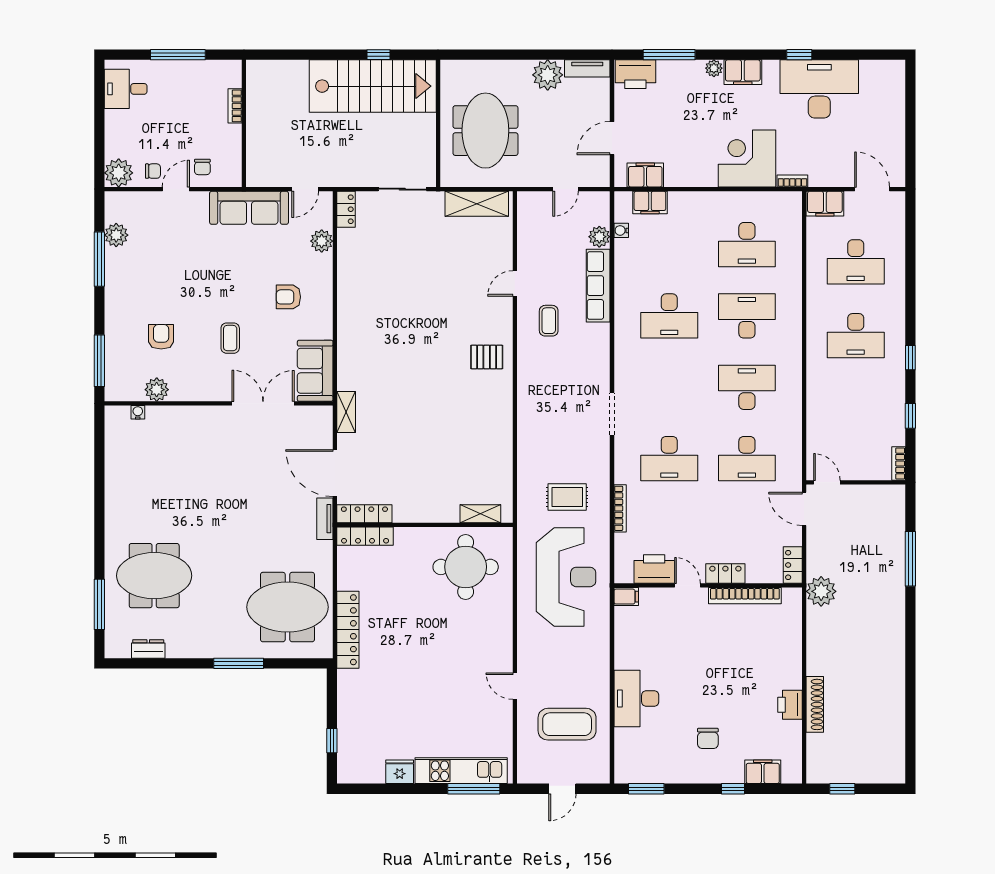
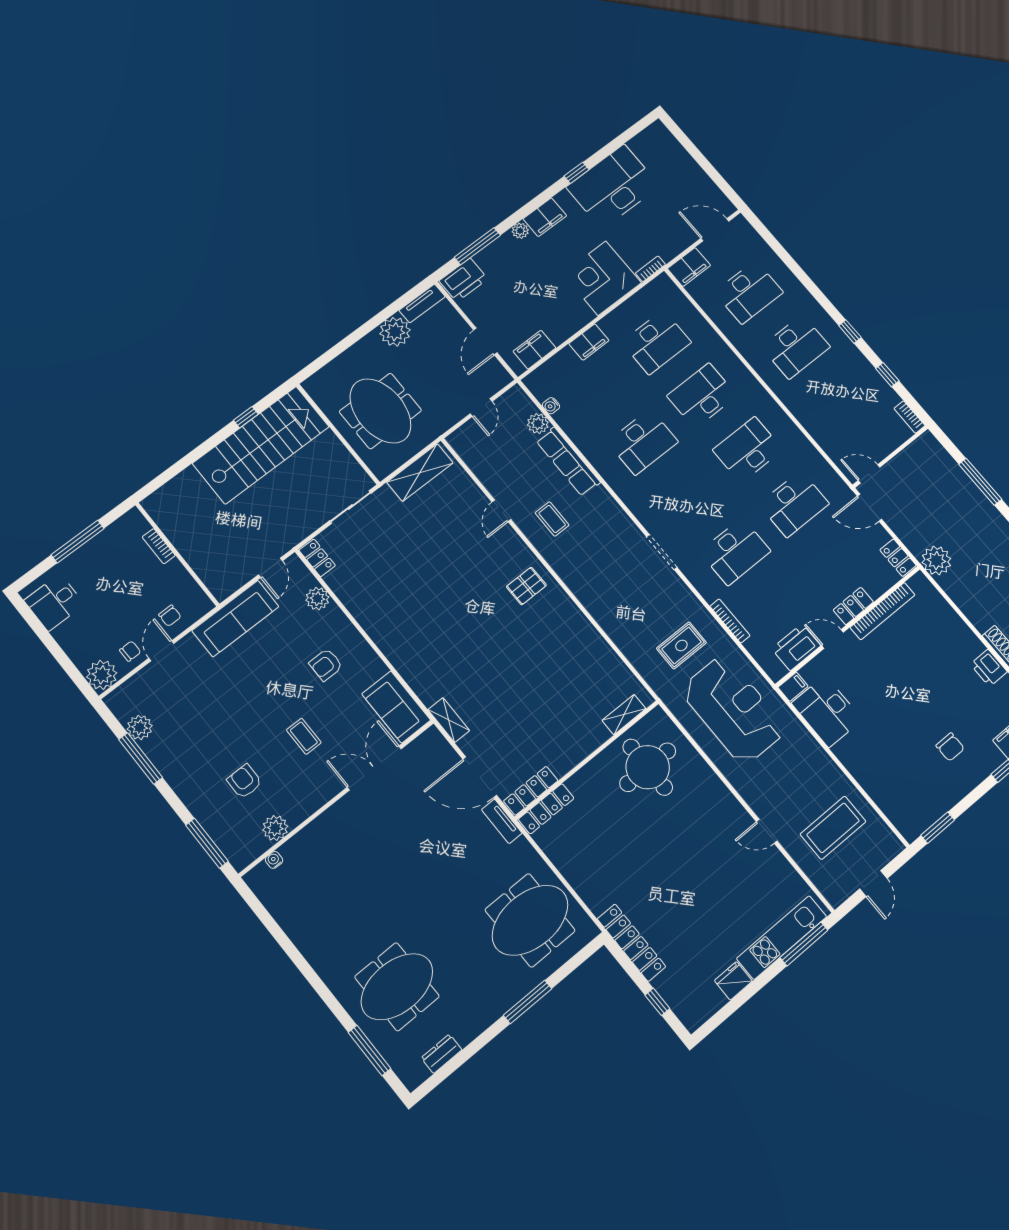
filing cabinet: (650, 203) -> (589, 342), moved
locker: (348, 630) -> (631, 943), moved
desk: (636, 698) -> (827, 711), moved

